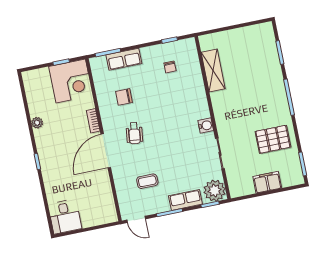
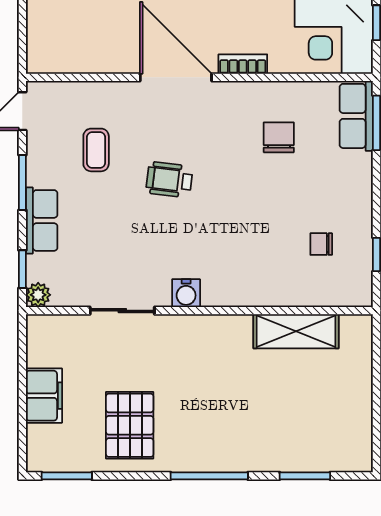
row of seats: (124, 59) -> (356, 116), moved
wheelchair: (134, 133) -> (169, 180), moved
plant: (215, 191) -> (38, 295), width x0.53, depth x0.53

